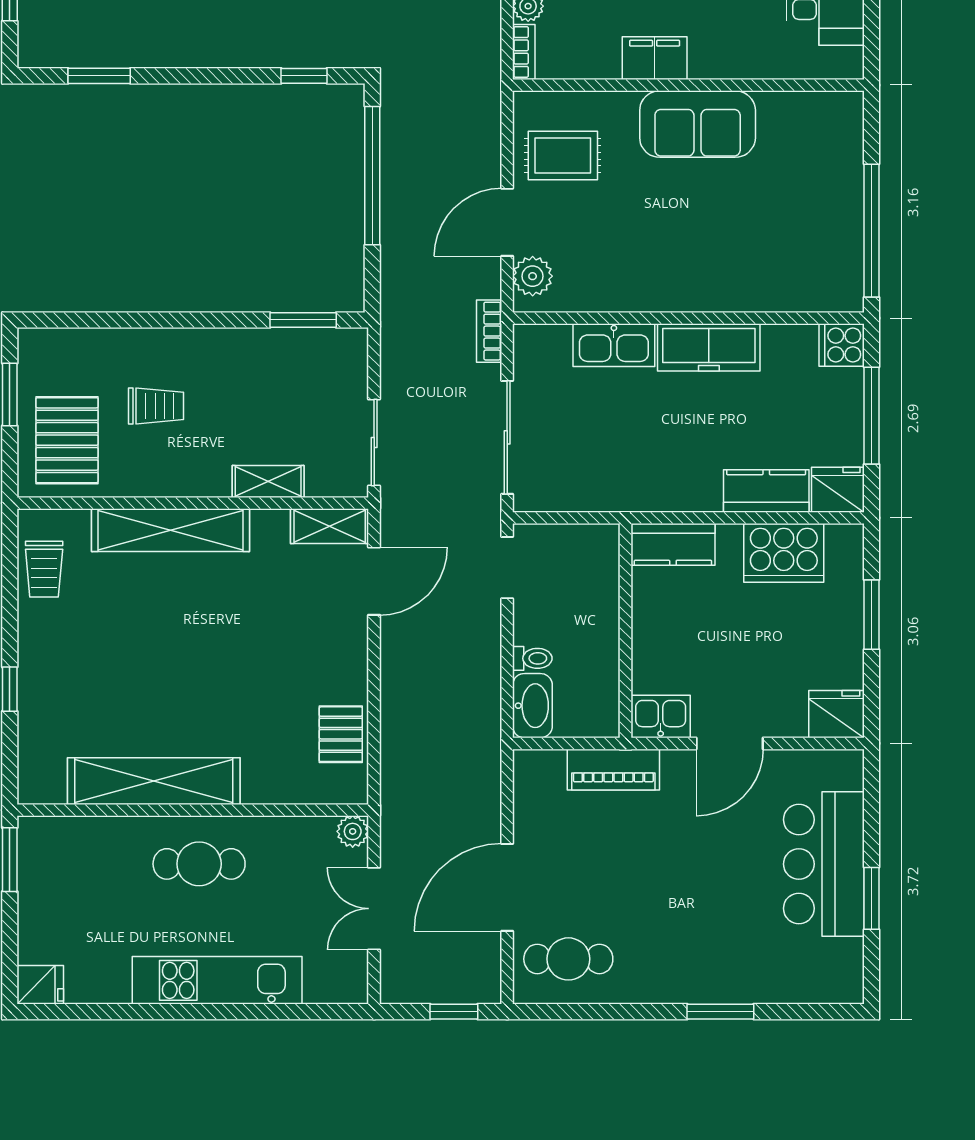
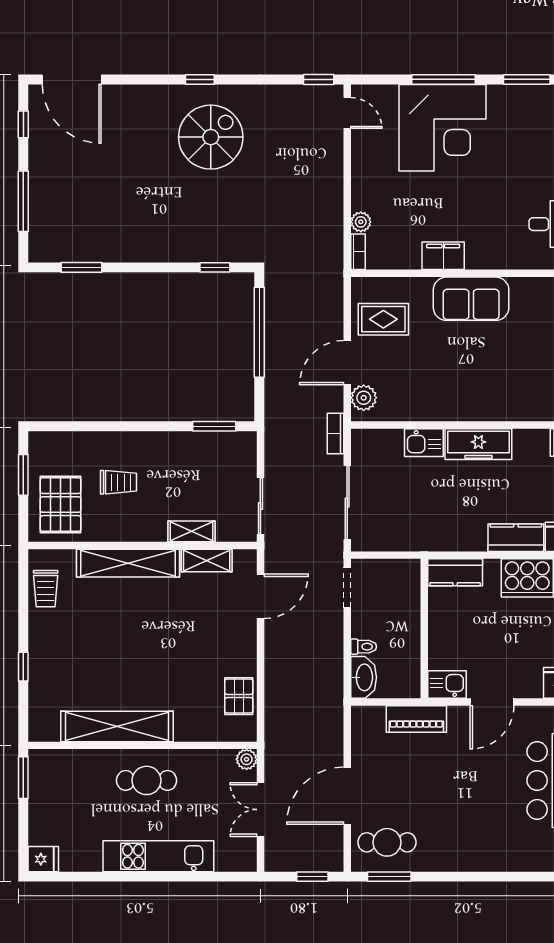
kitchen sink: (614, 345) -> (424, 443), width x0.73
shelving: (330, 526) -> (207, 560), moved
window: (720, 1012) -> (389, 877), moved

